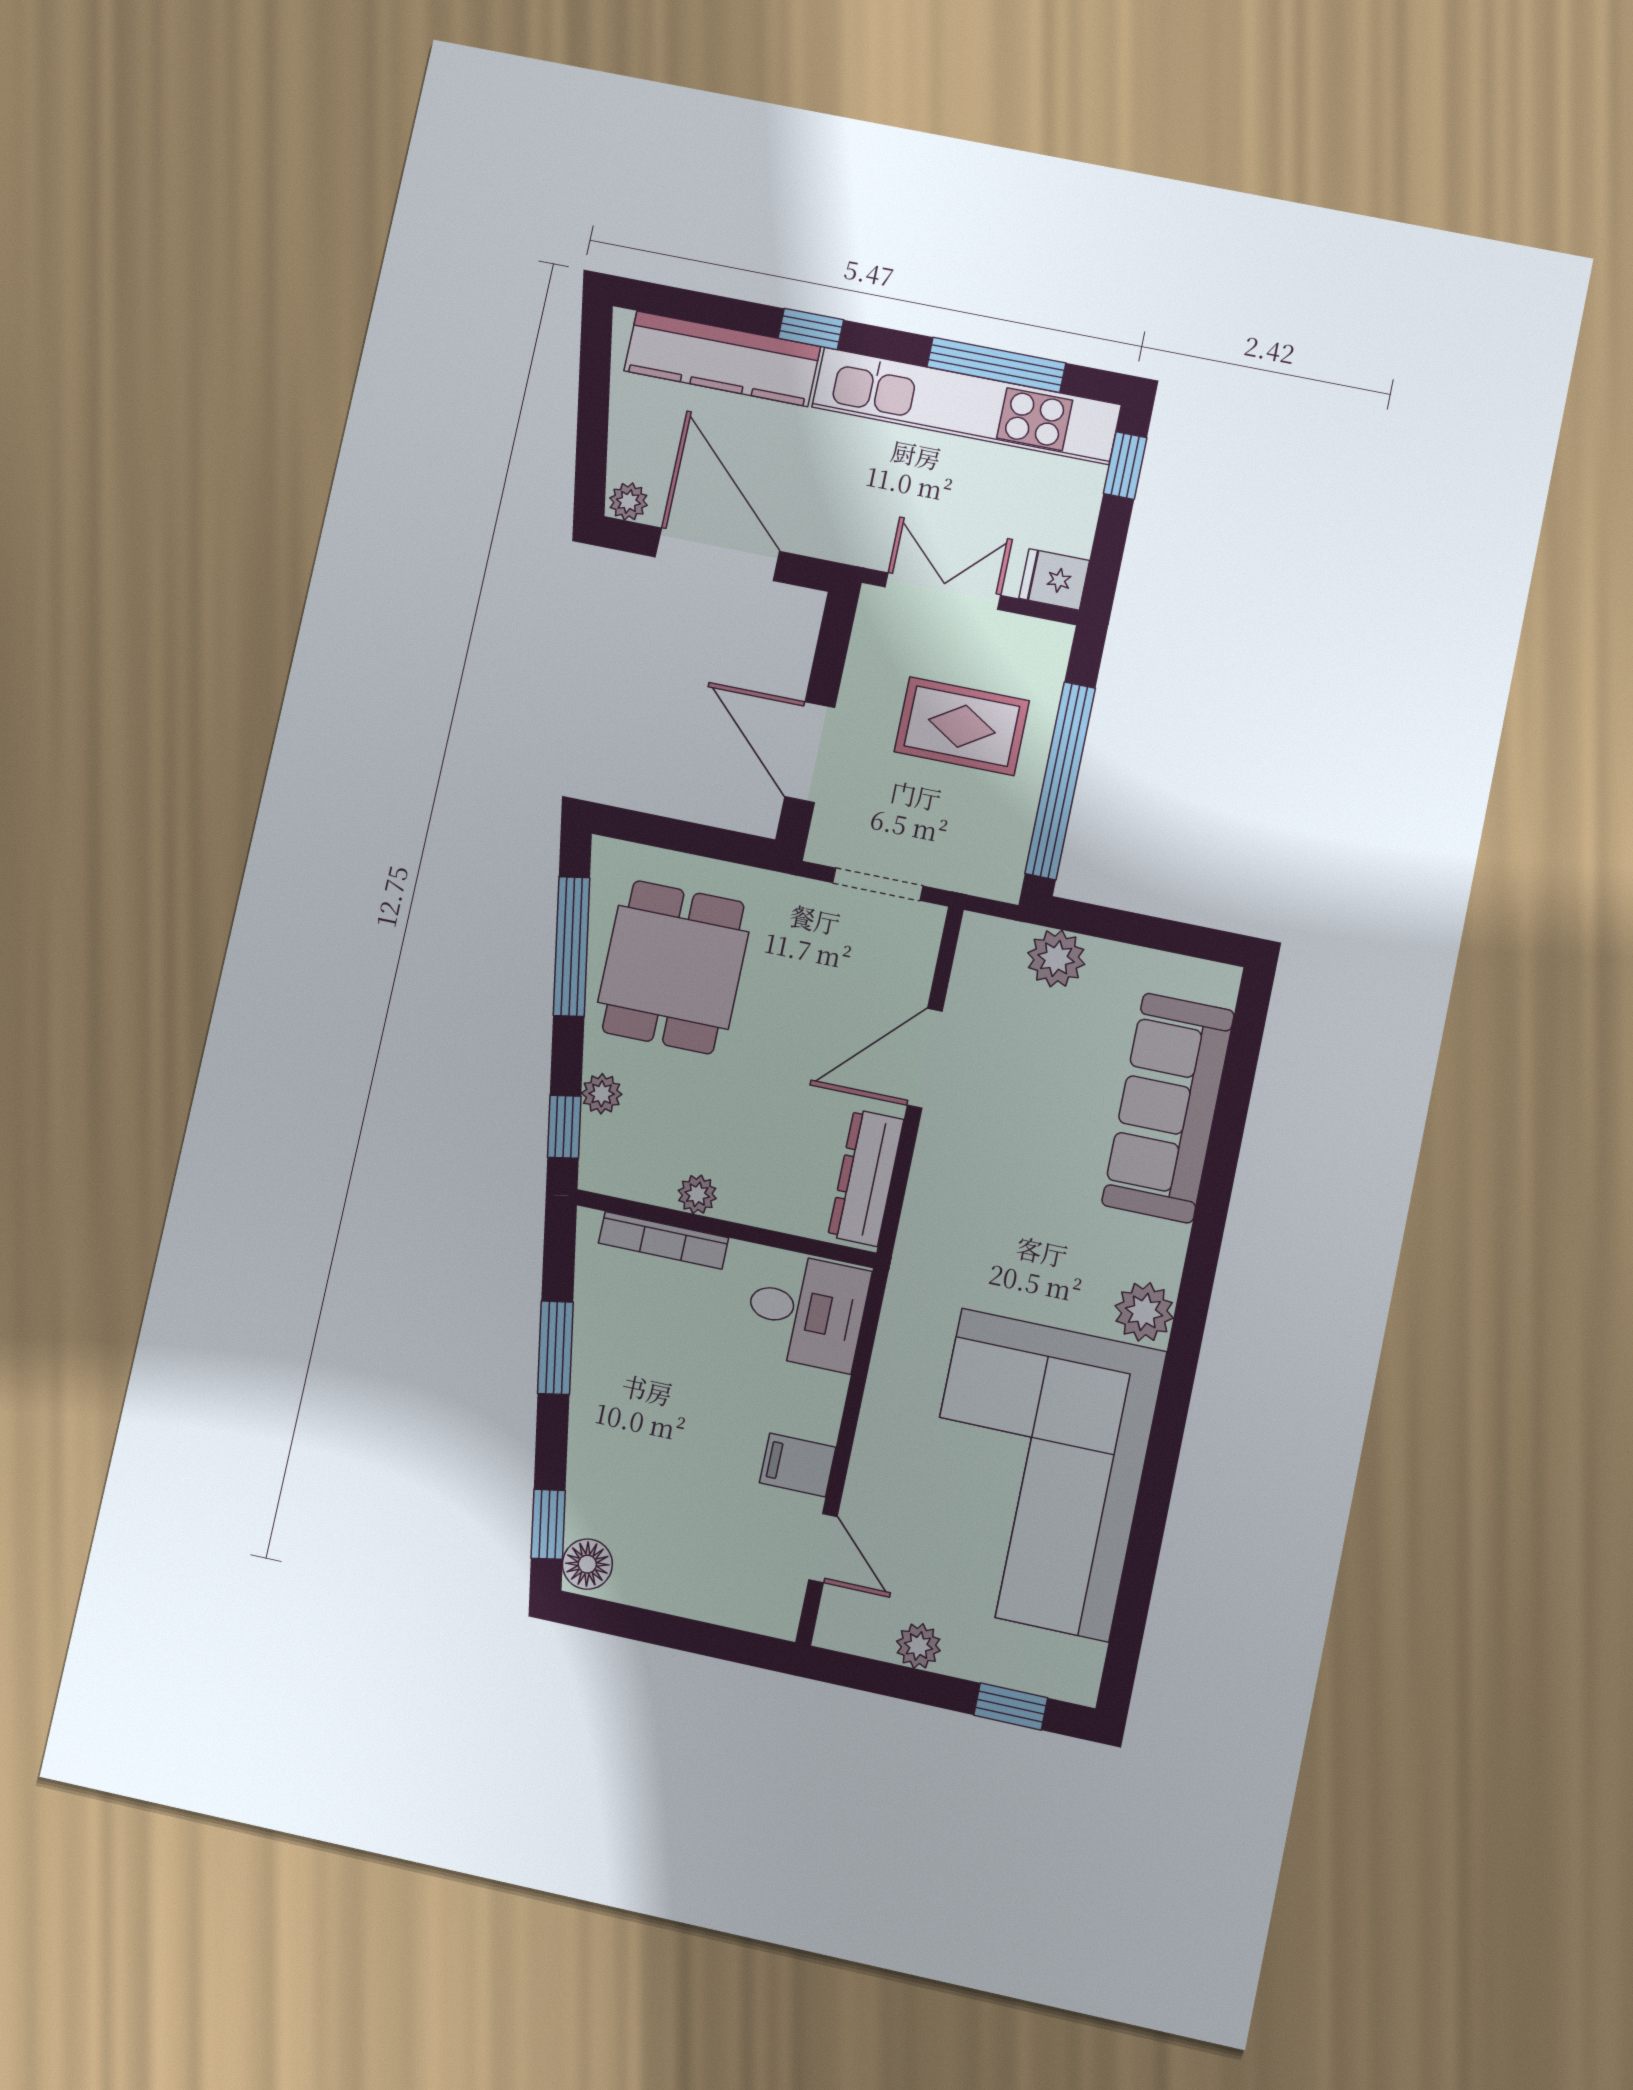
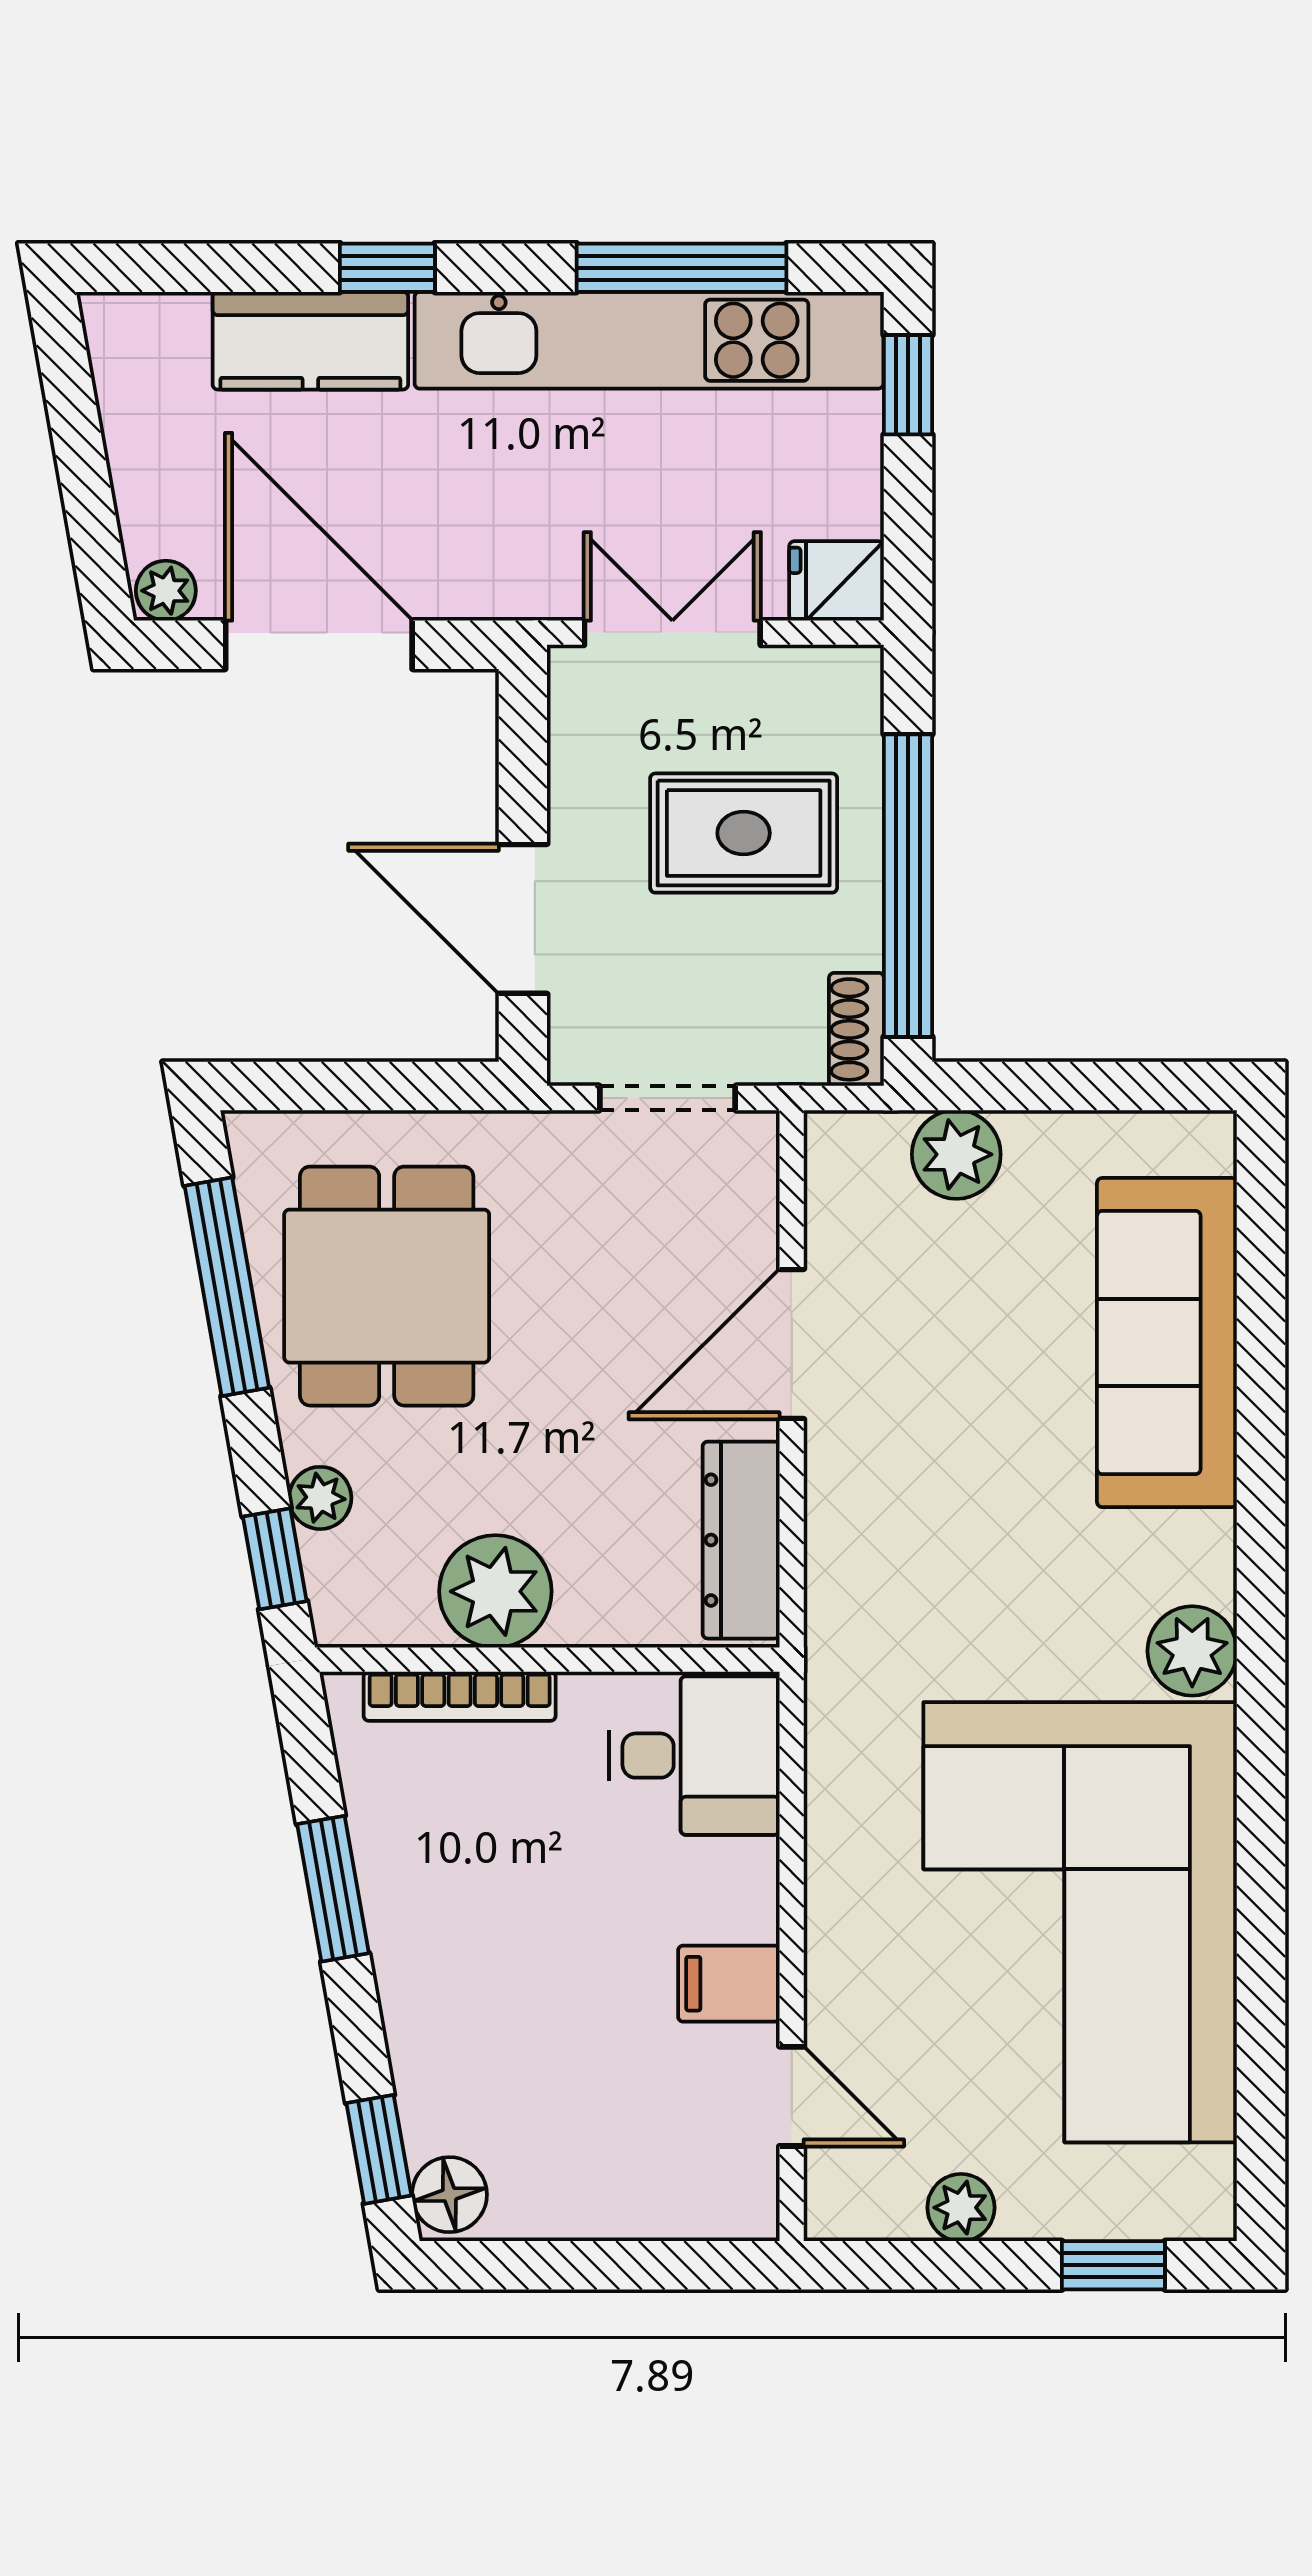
kitchen counter: (722, 359) -> (310, 341), width x0.67
shoe rack: (1008, 865) -> (856, 1029), added
plant: (697, 1194) -> (495, 1591), width x1.88, depth x1.88

